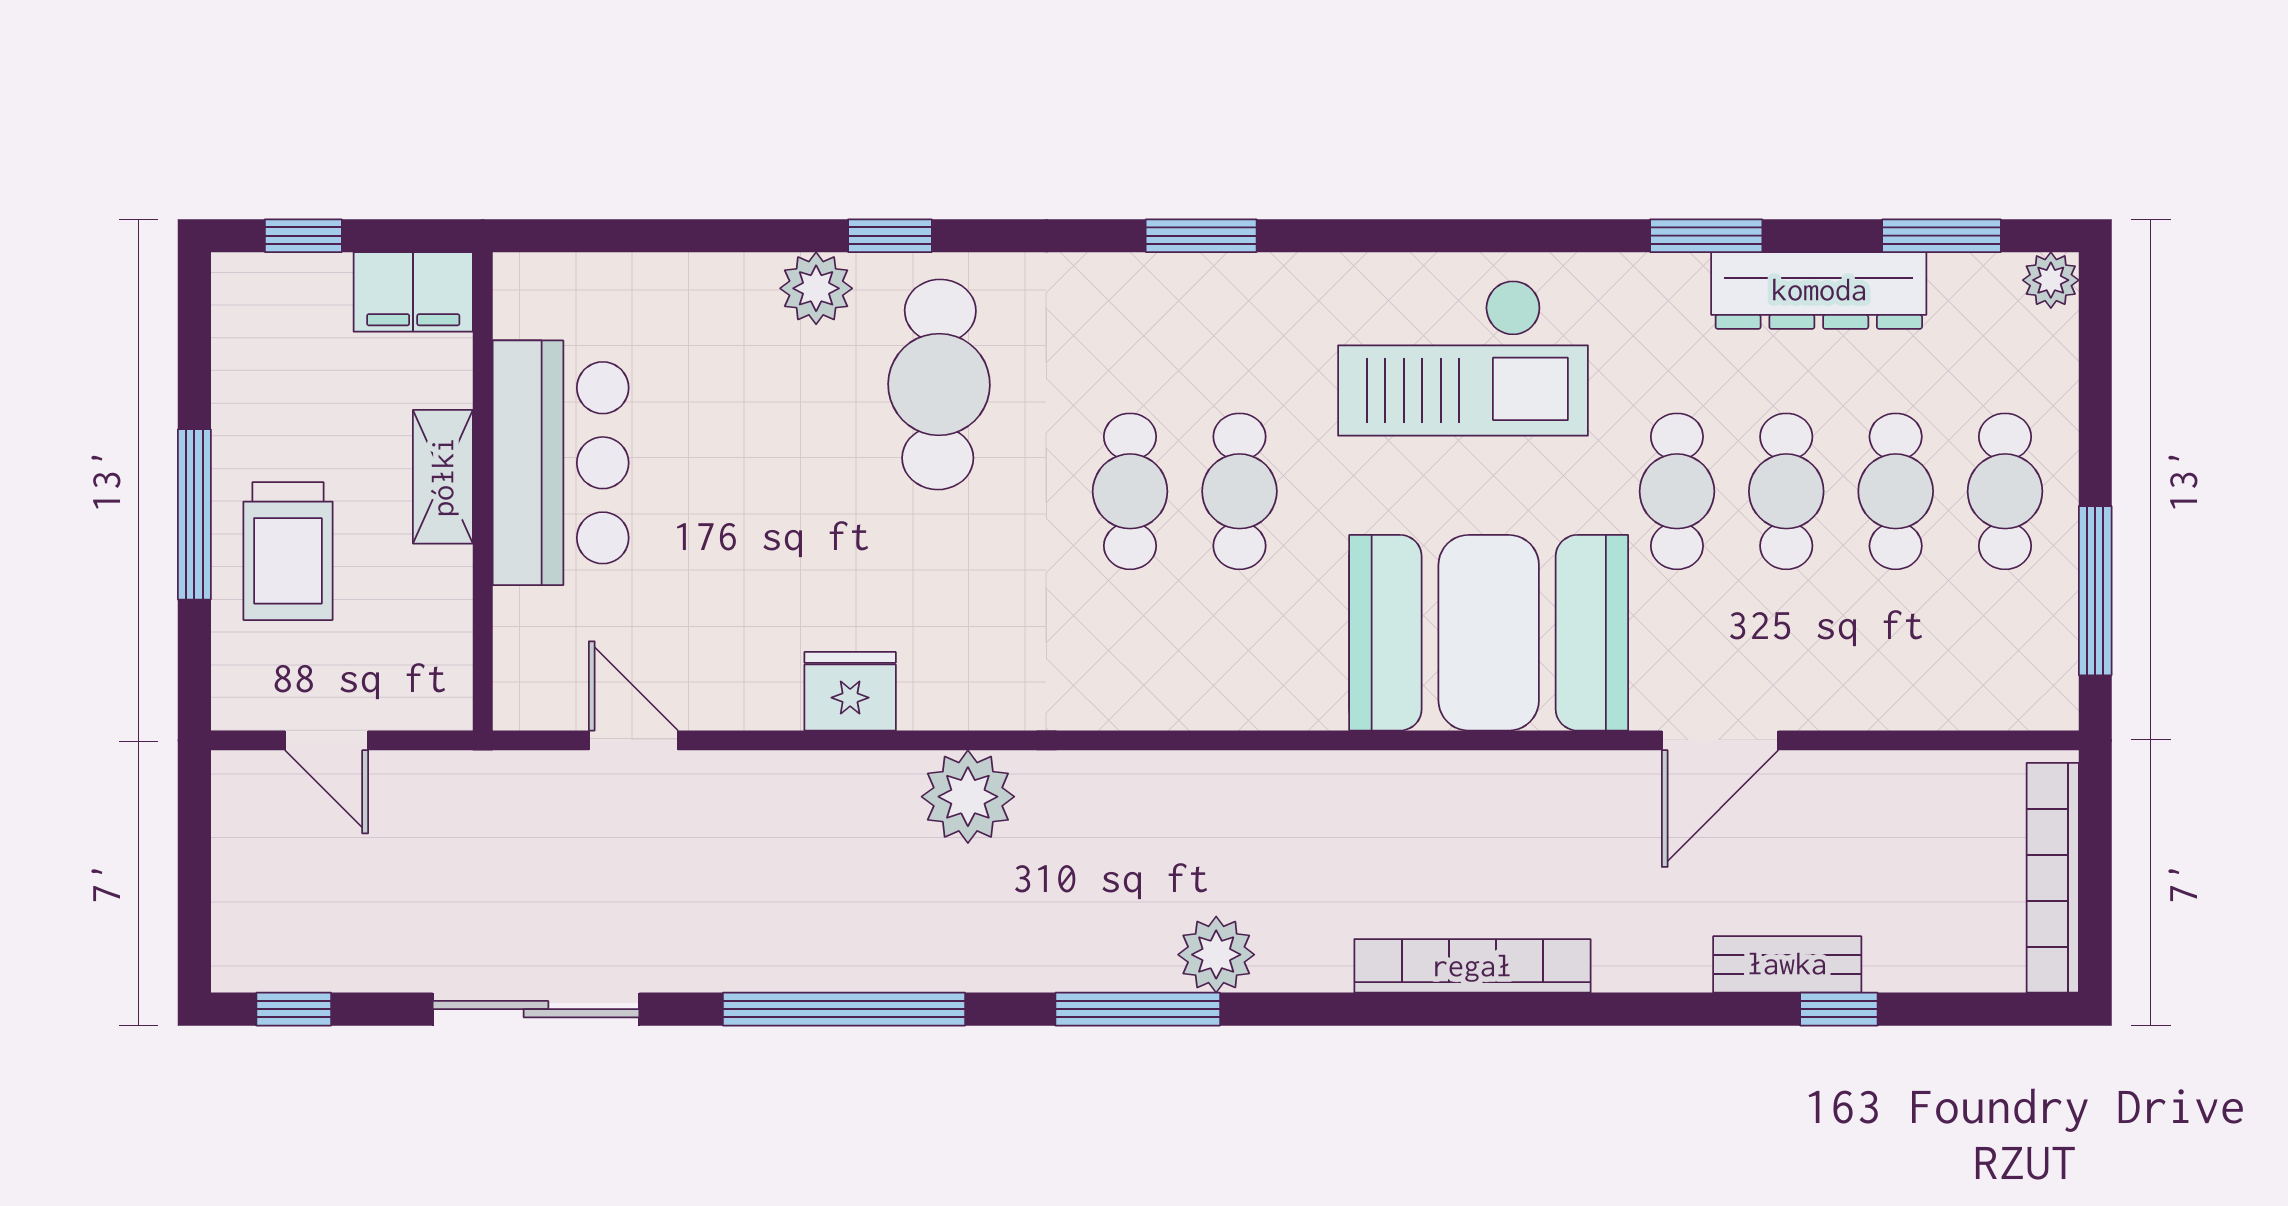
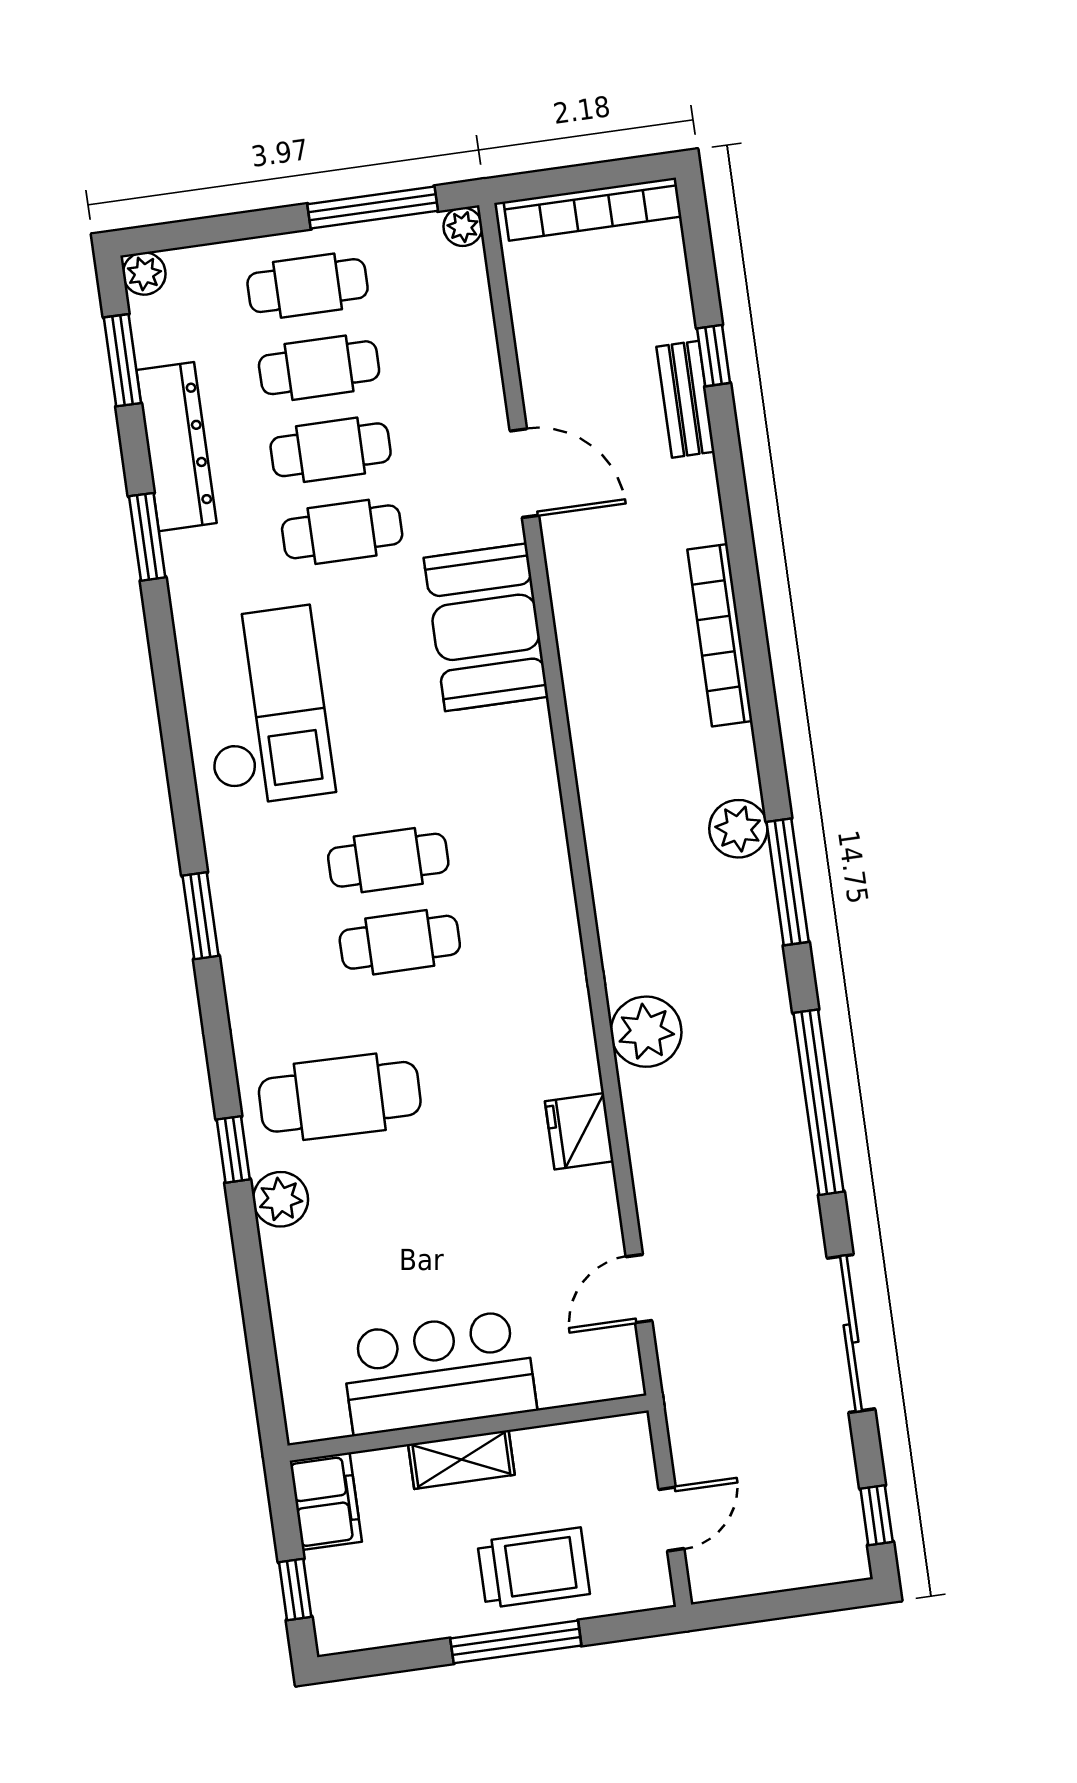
booth: (1489, 633) -> (486, 627), width x0.73, depth x0.70
plant: (2053, 705) -> (463, 227), added

